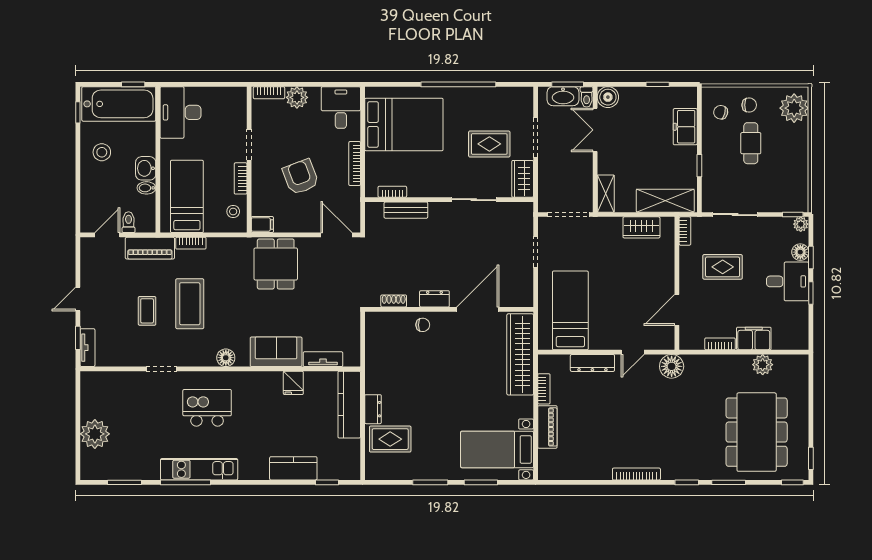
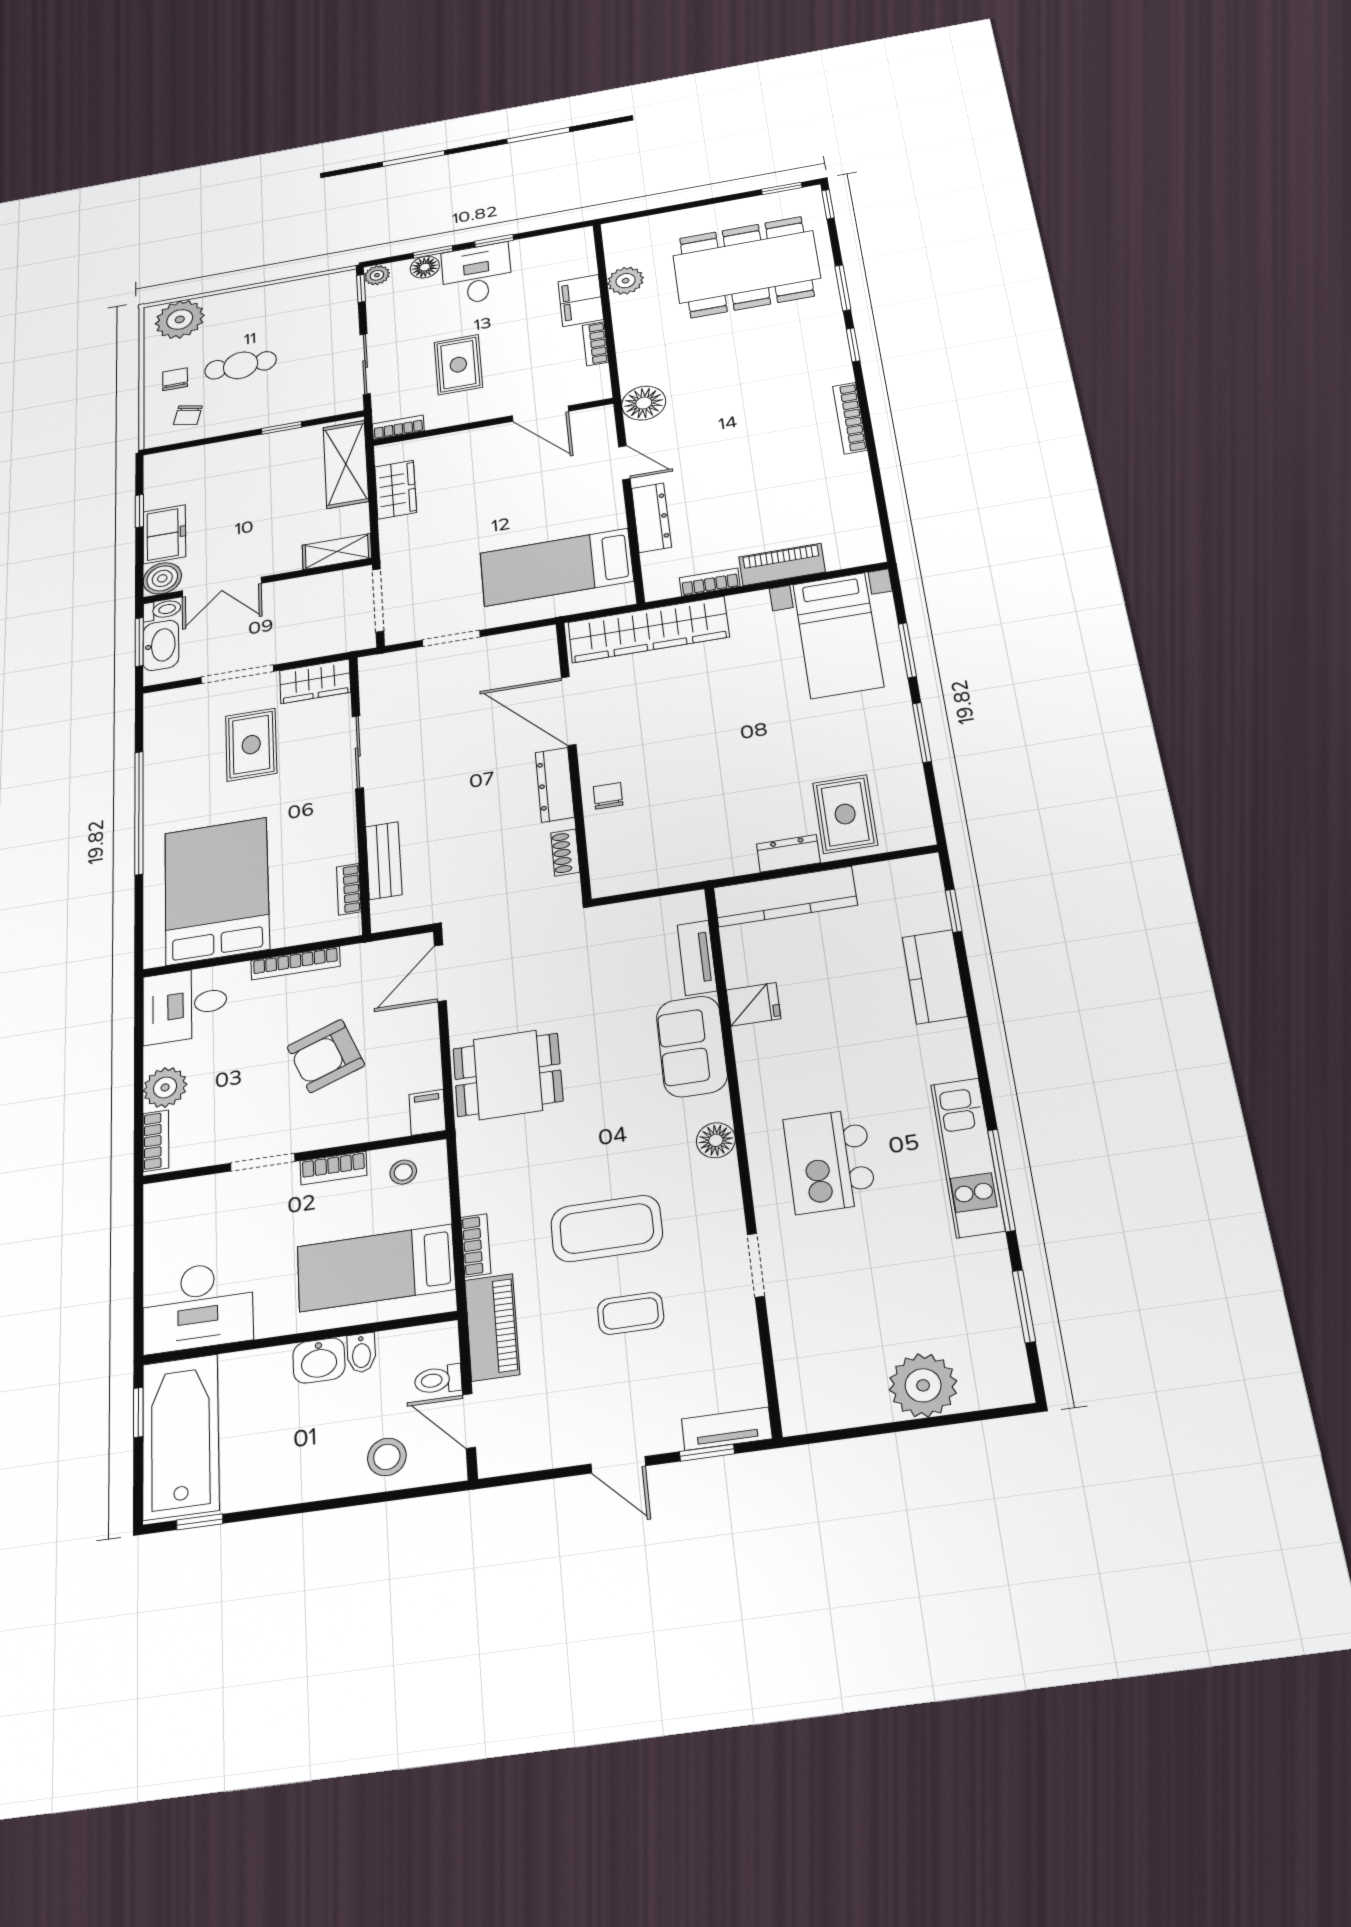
freezer: (685, 127) -> (164, 534), moved, turned -90
stool: (102, 152) -> (387, 1457), moved
dresser: (434, 299) -> (555, 785), width x1.44

